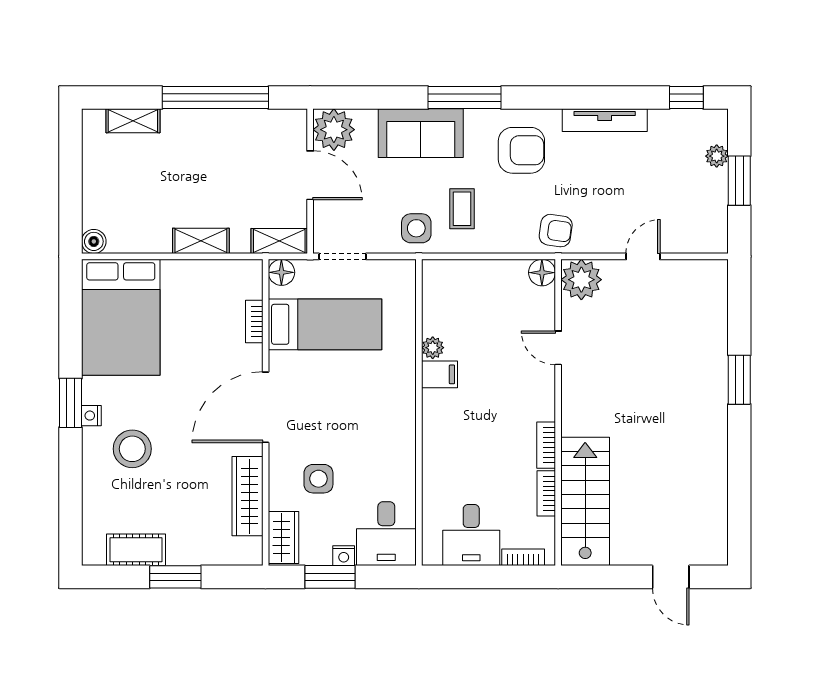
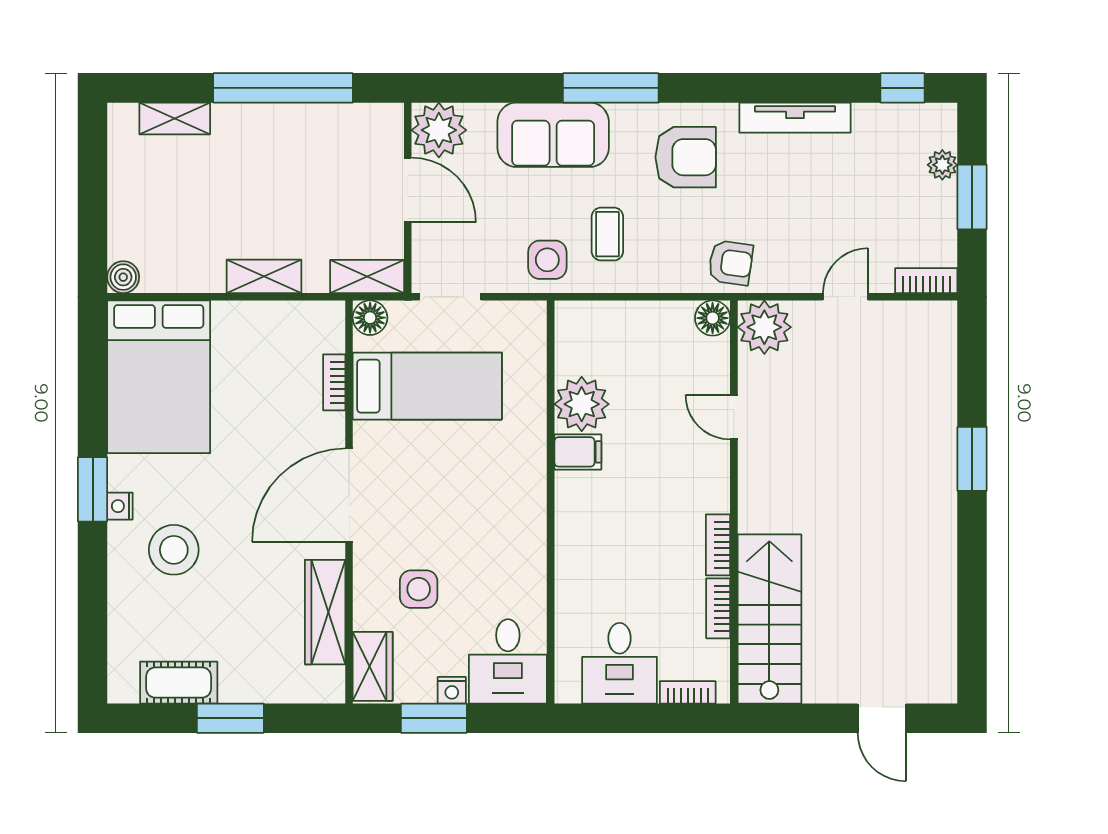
bookcase: (704, 244) -> (926, 281), added
plant: (433, 348) -> (582, 404), width x1.88, depth x1.88

